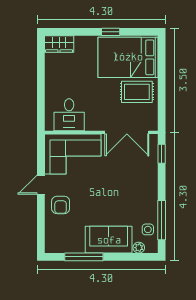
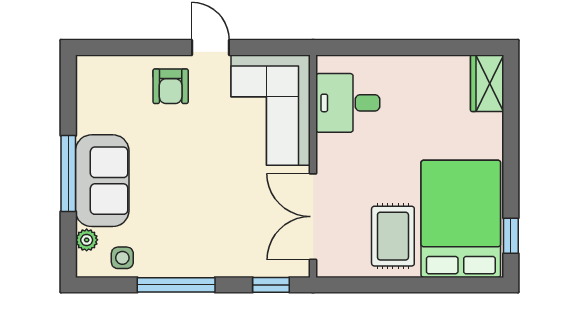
window: (111, 32) -> (511, 236), moved
armchair: (61, 205) -> (171, 86), turned -90
window: (162, 220) -> (176, 285), moved
window: (84, 257) -> (68, 174), moved

